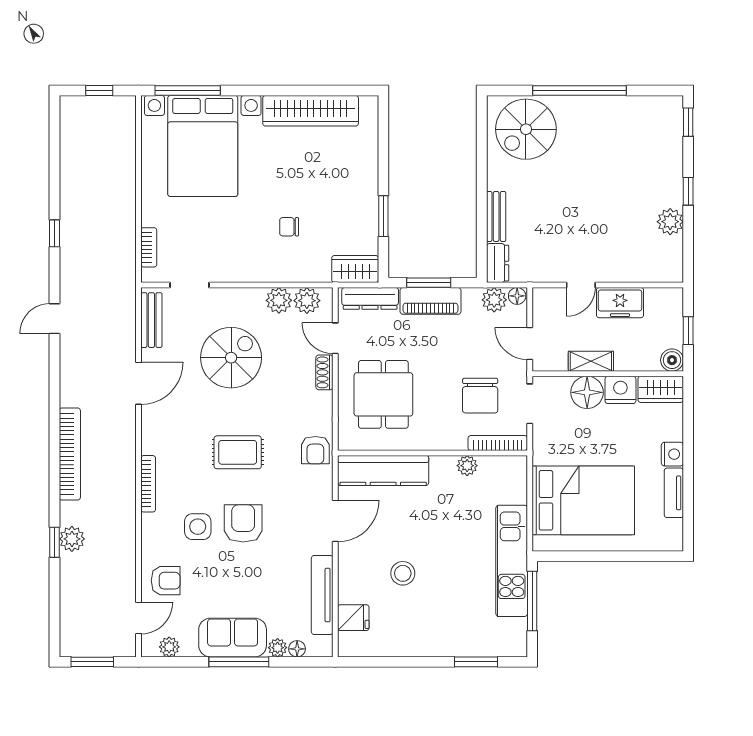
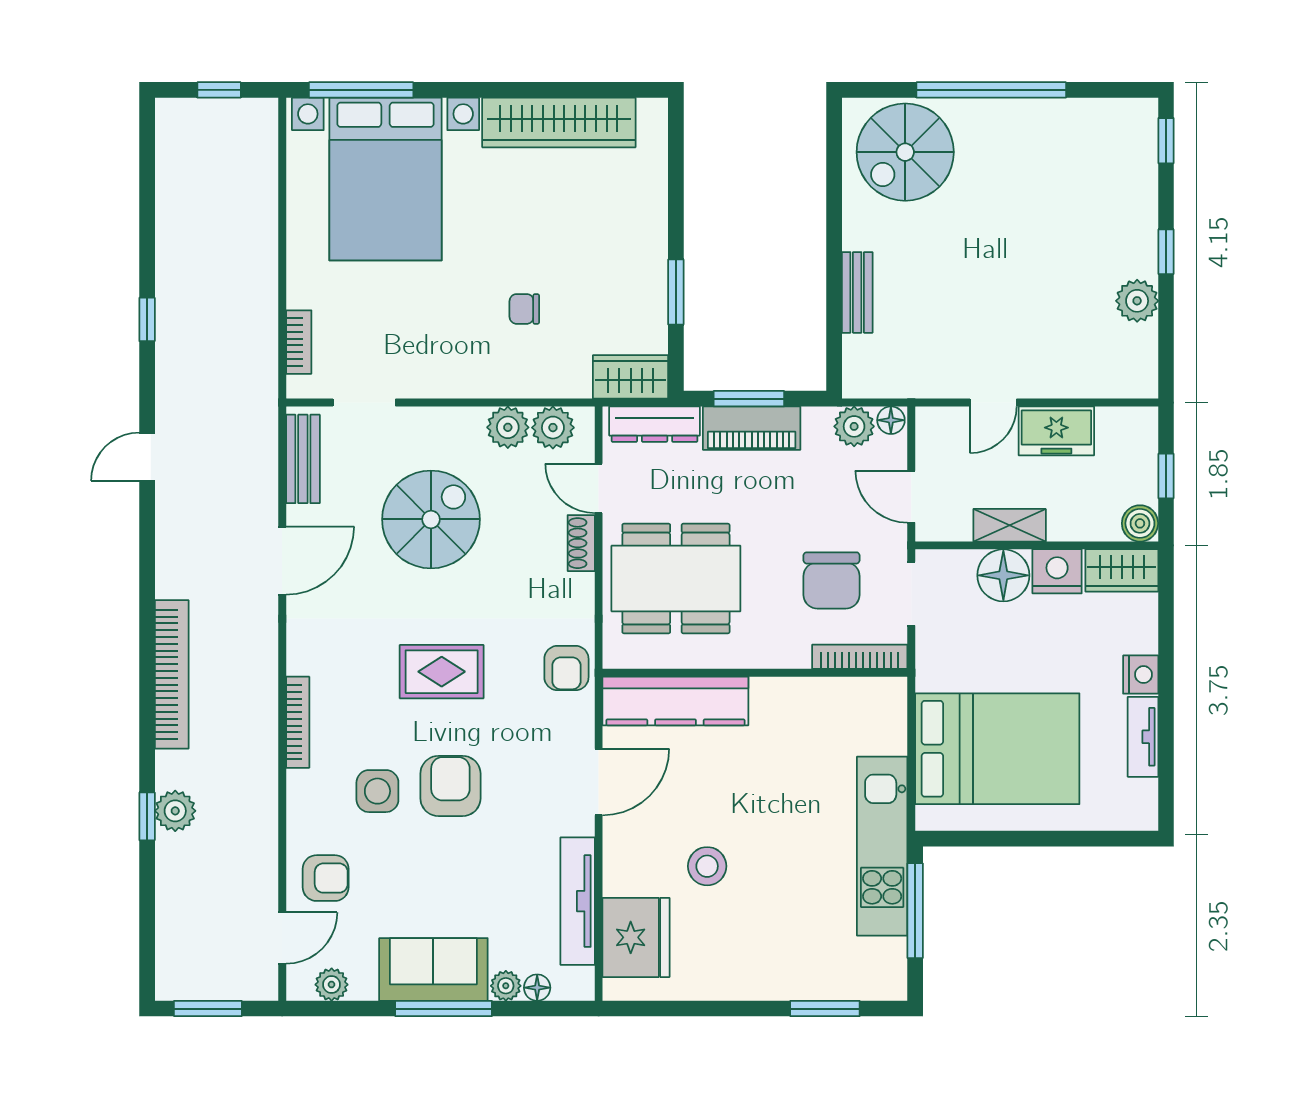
dresser: (498, 263) -> (859, 367), removed
dining table: (383, 394) -> (676, 578), width x1.38
plant: (467, 466) -> (811, 693), removed
fridge: (353, 618) -> (636, 937), width x1.88, depth x1.34

